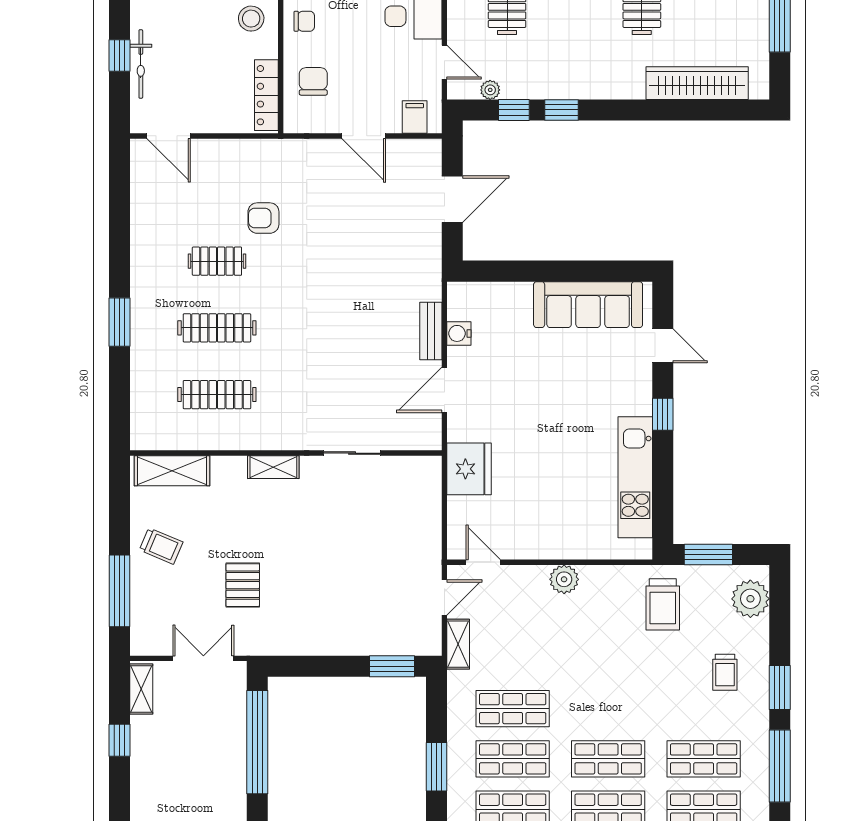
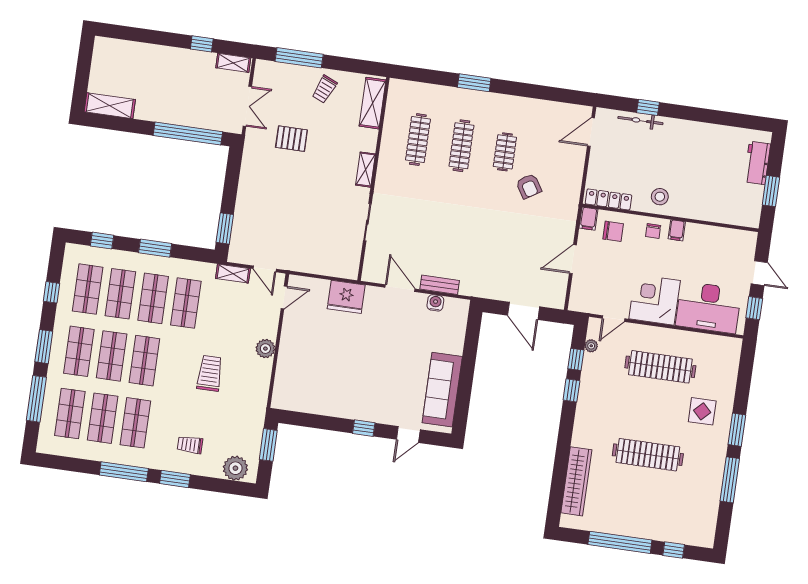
filing cabinet: (415, 117) -> (588, 219), moved, turned 90
armchair: (263, 218) -> (529, 186), turned 148
kitchen unit: (635, 477) -> (325, 404), removed
trolley: (663, 604) -> (210, 373), moved, turned 90

